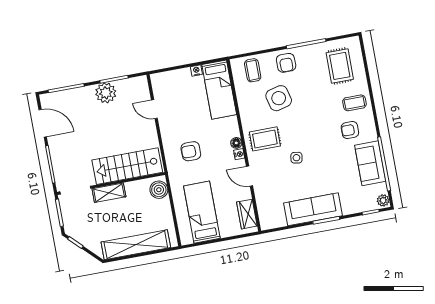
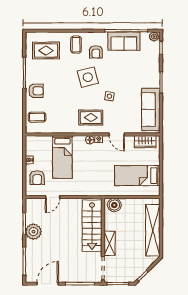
bed: (219, 90) -> (62, 157), moved, turned 90
side table: (279, 98) -> (88, 77), moved
rug: (265, 139) -> (91, 118), turned 90
armchair: (191, 151) -> (37, 178), moved
door: (249, 176) -> (117, 134), hinge flipped
sofa: (313, 209) -> (151, 109), moved

